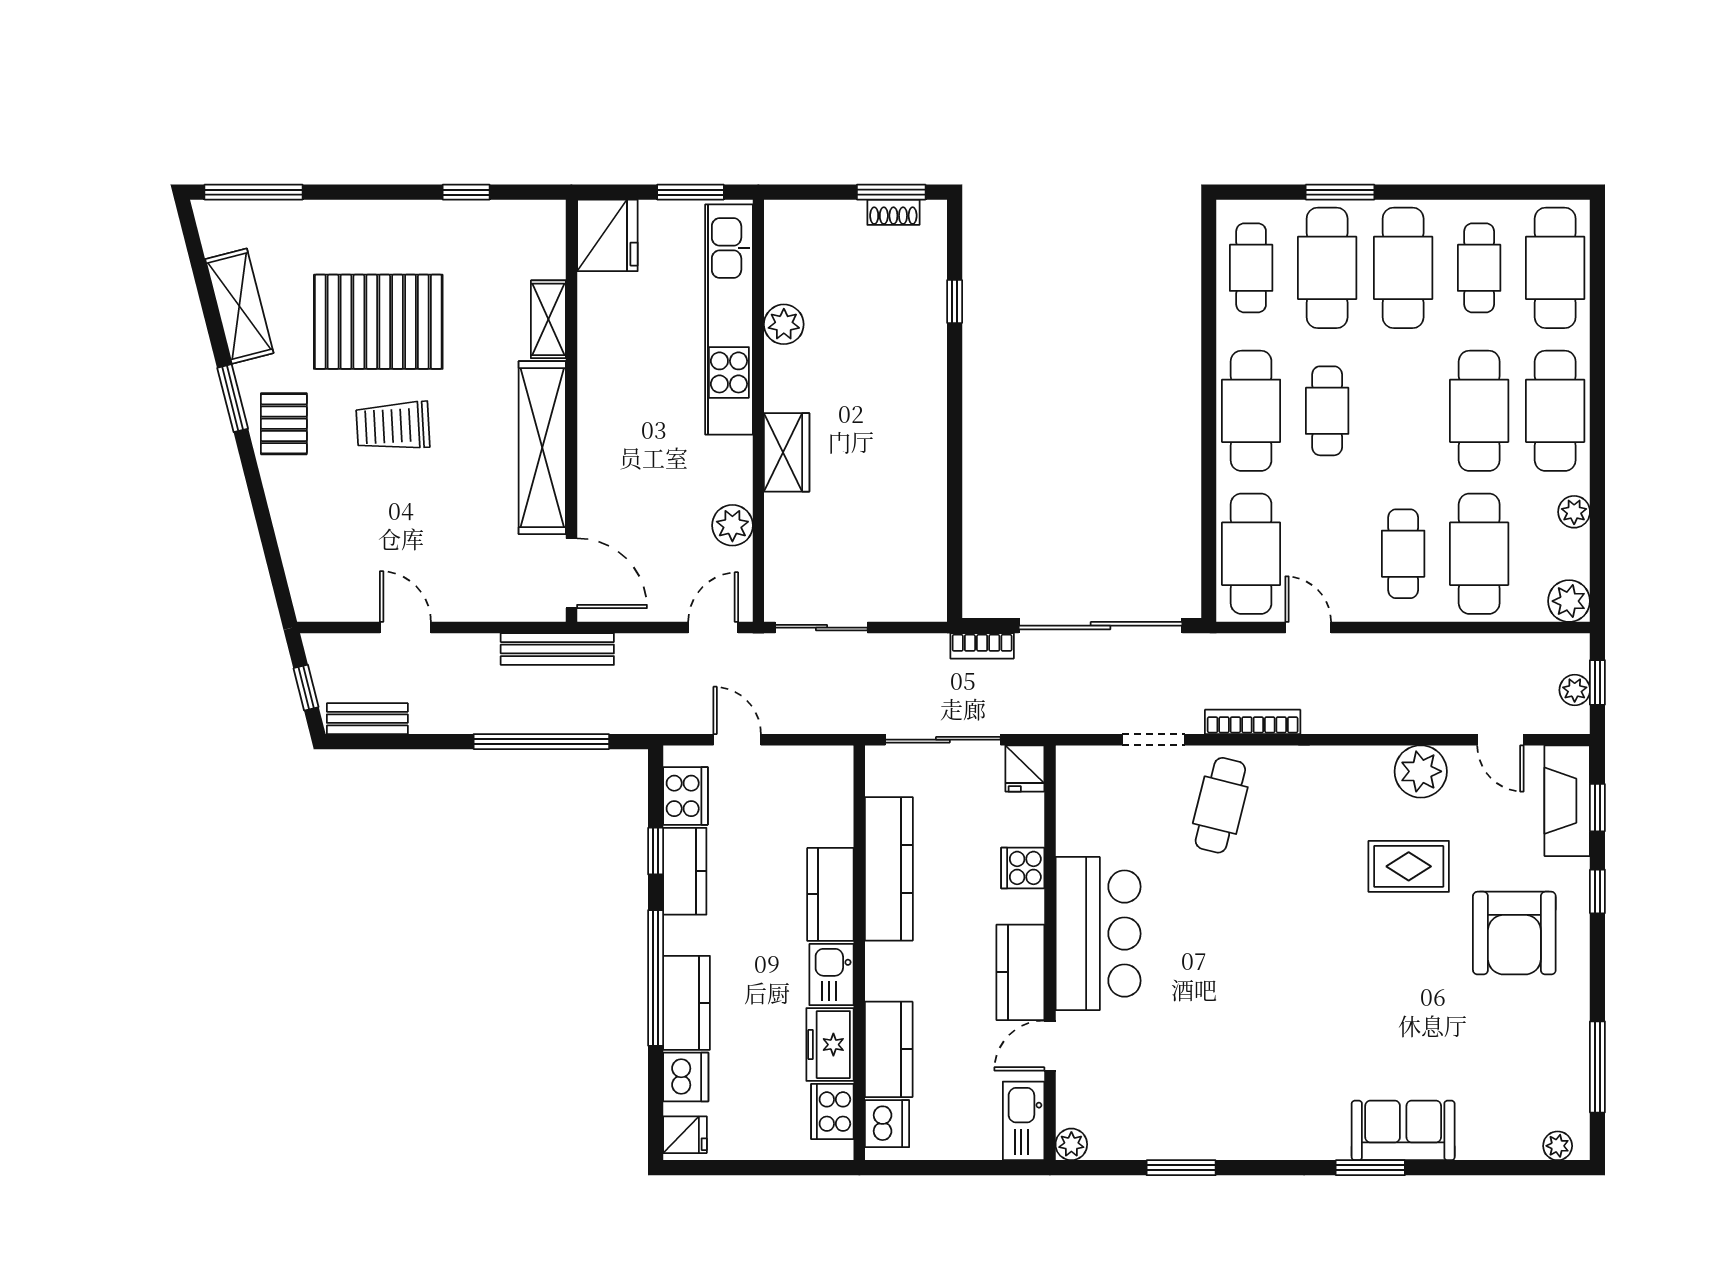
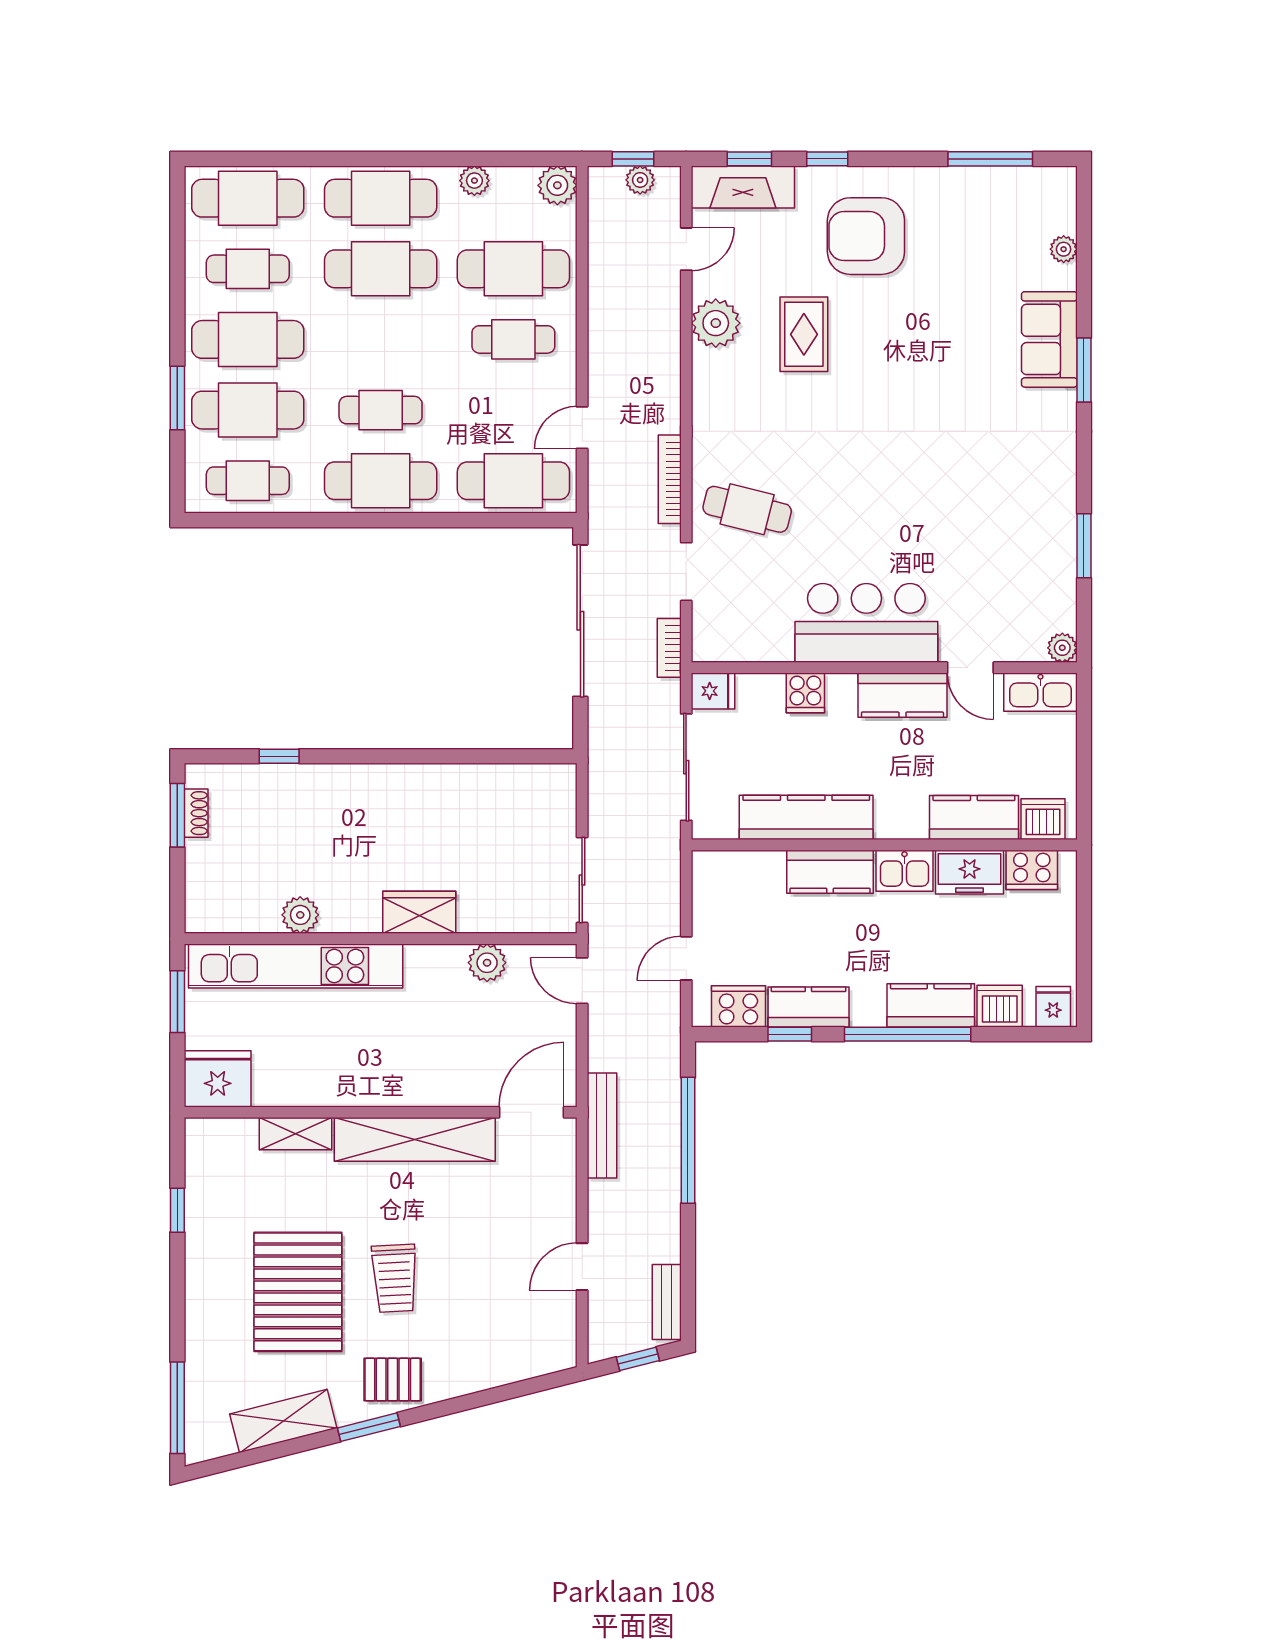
bookcase: (982, 646) -> (669, 648), moved, turned 180
armchair: (1514, 933) -> (866, 236), turned 180
plant: (1558, 1146) -> (1064, 249), moved

